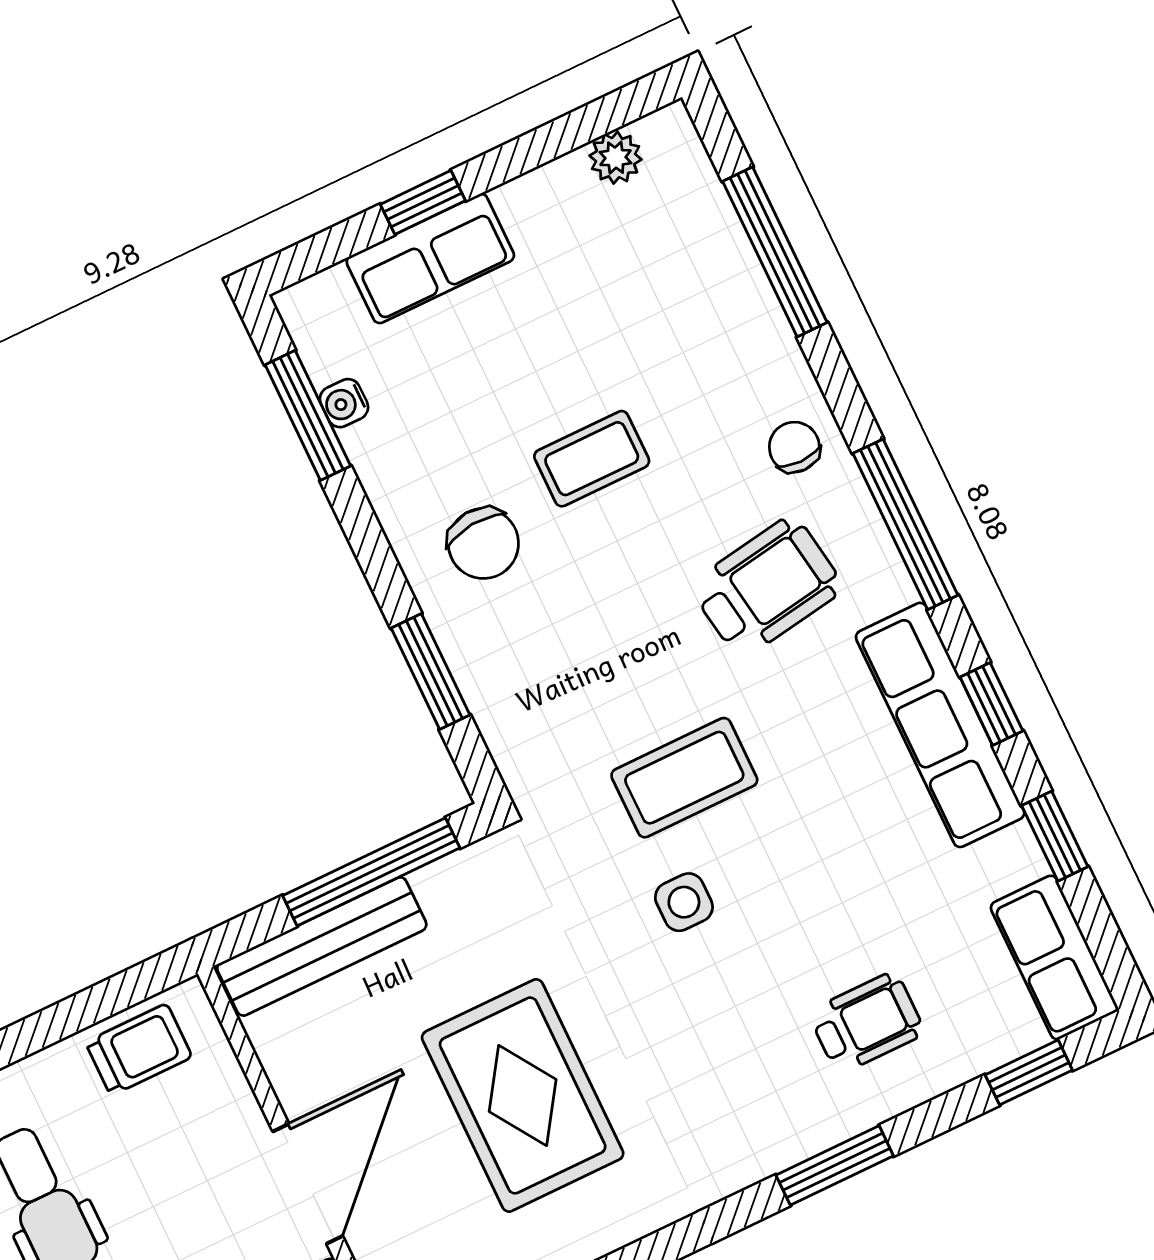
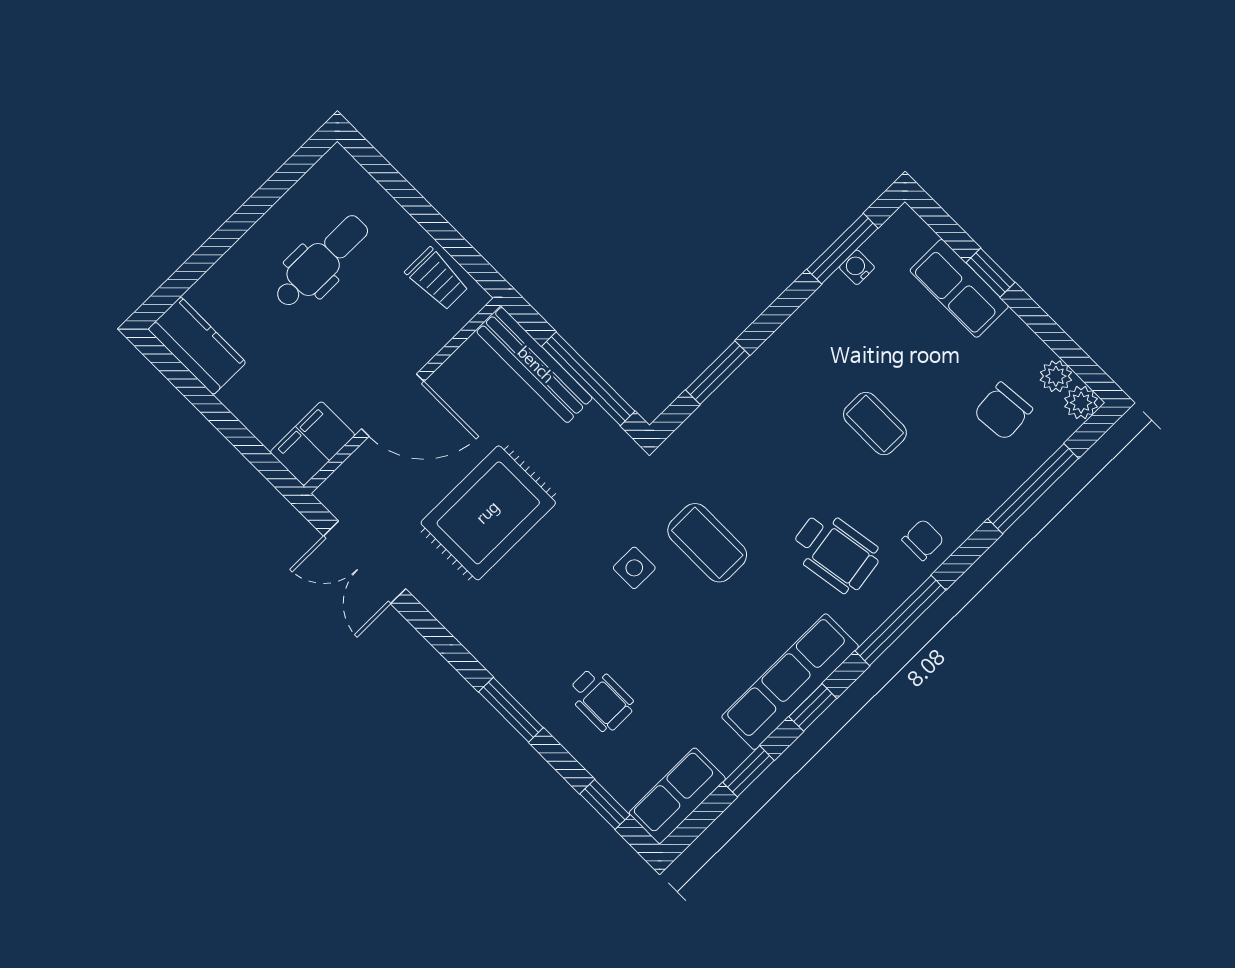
plant: (669, 133) -> (1081, 403), added
chair: (483, 543) -> (1003, 411), moved

